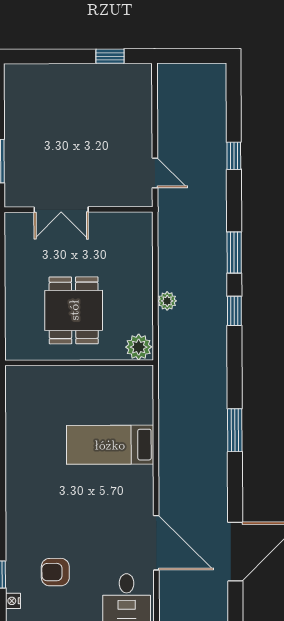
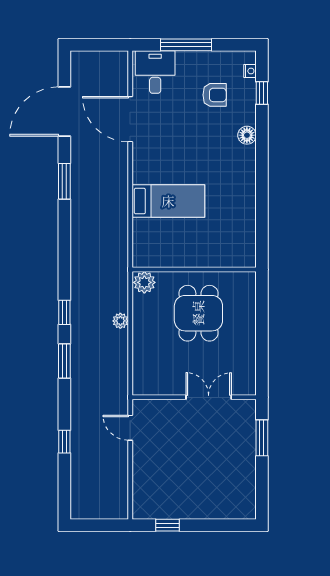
window: (235, 430) -> (64, 181), moved
floor lamp: (16, 524) -> (247, 135), added

